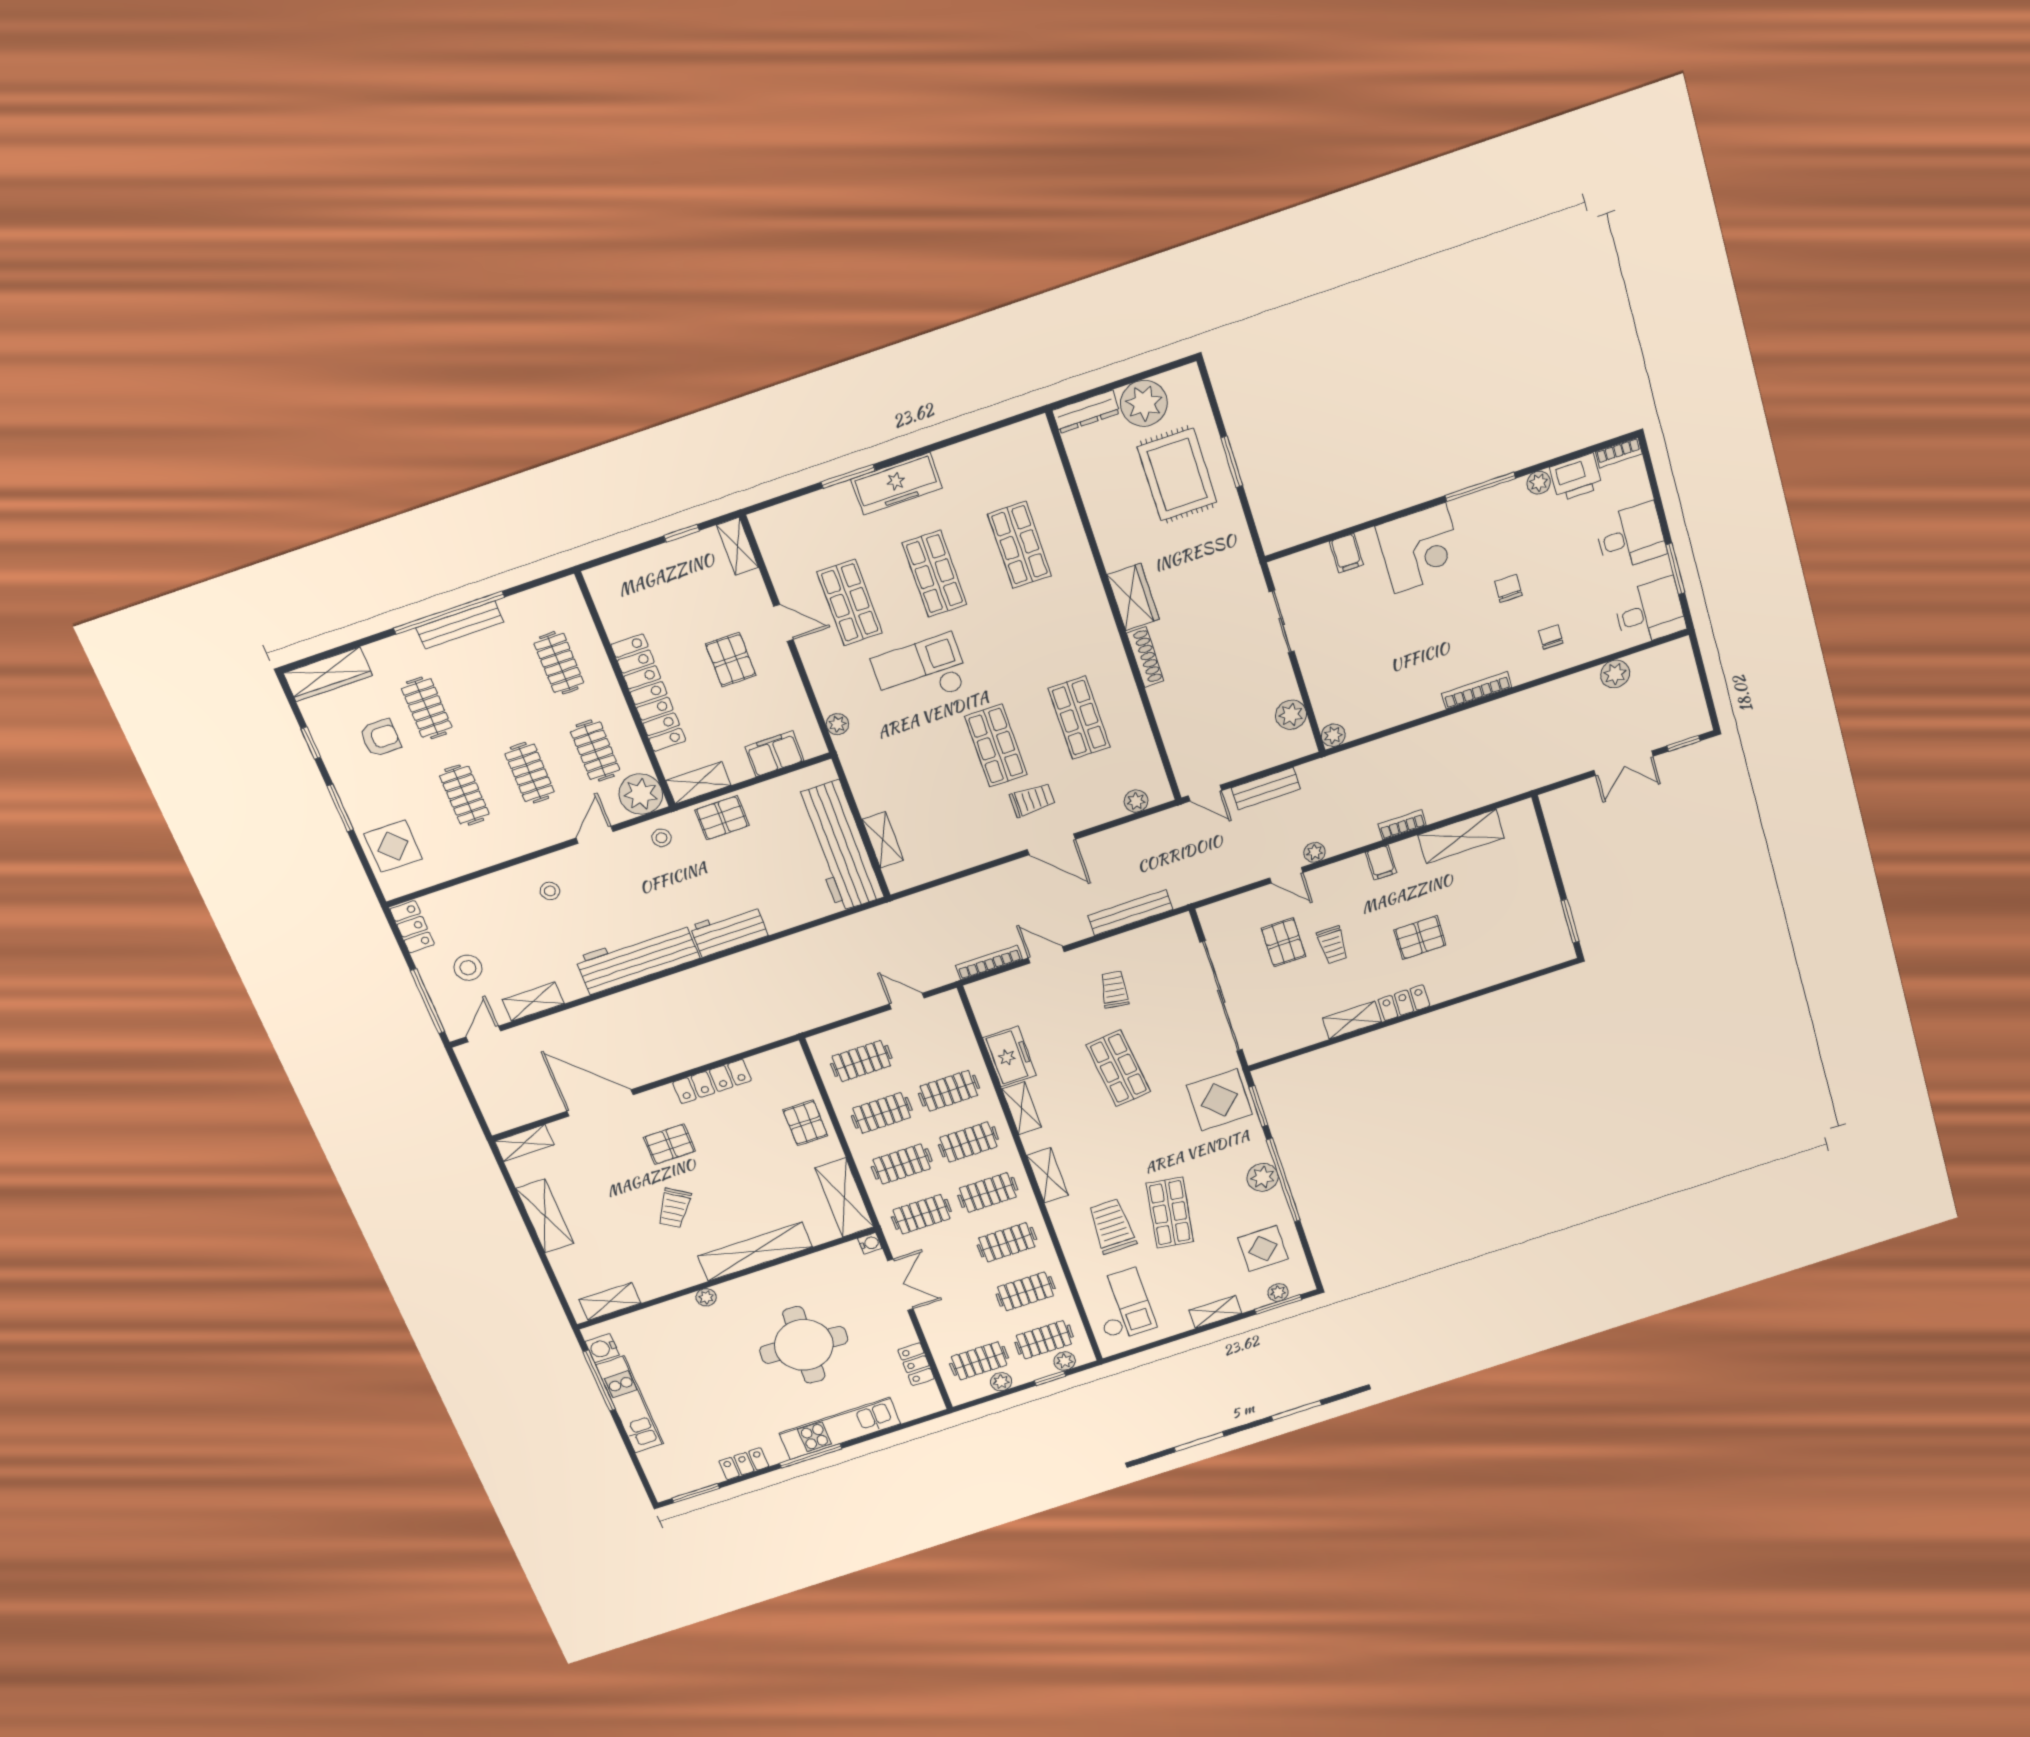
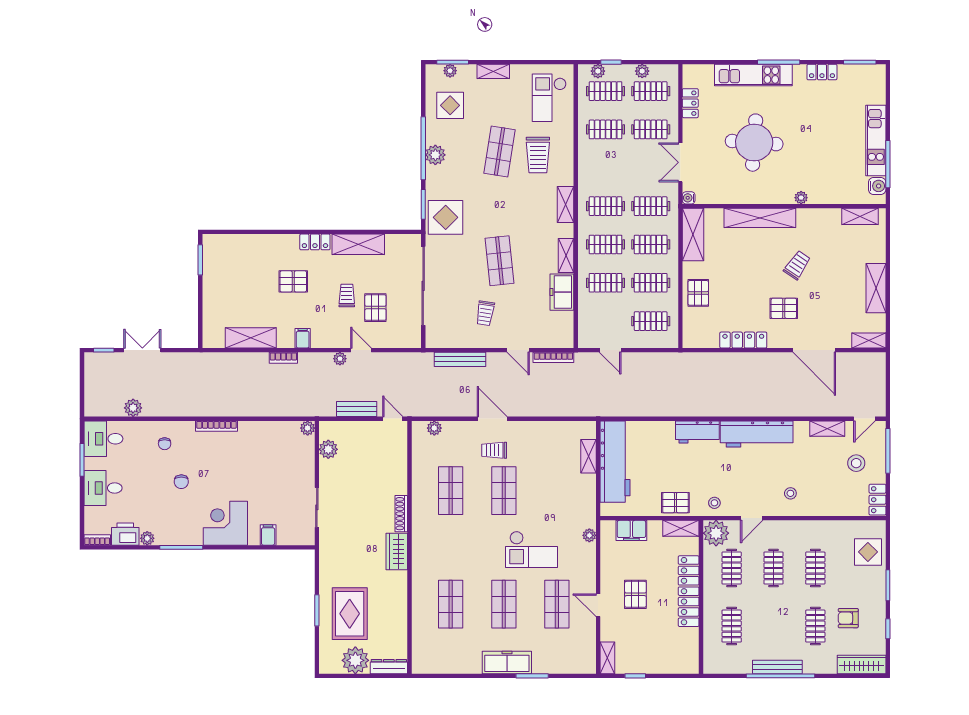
shelving: (1352, 1020) -> (358, 244), width x1.50, depth x1.33
clothes rail: (1007, 1242) -> (651, 129), moved

